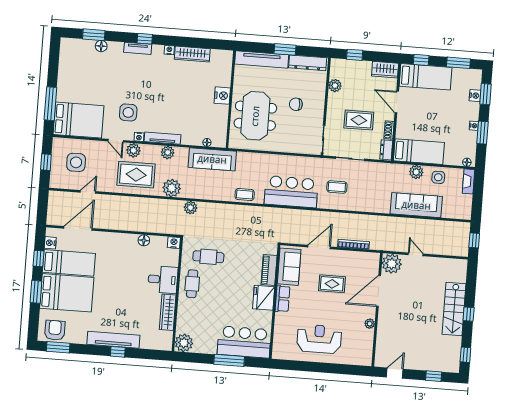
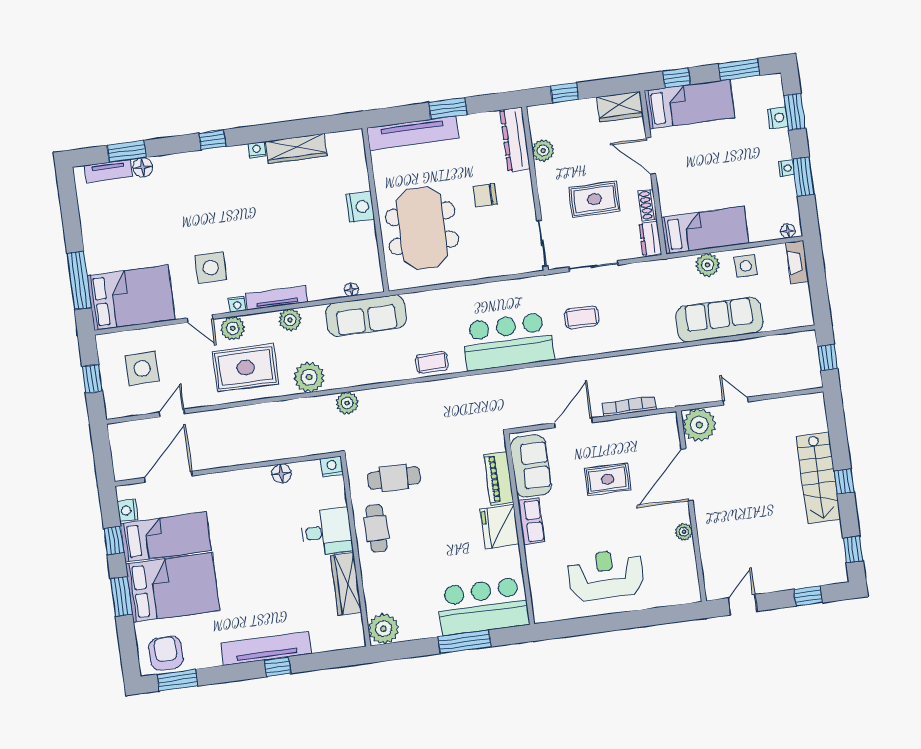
tv unit: (138, 48) -> (109, 171), moved
dresser: (308, 63) -> (515, 140), moved, turned 90

